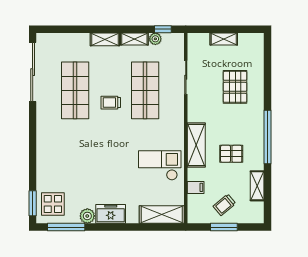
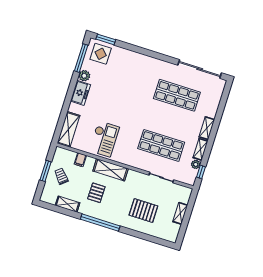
trolley: (111, 103) -> (160, 118), removed

